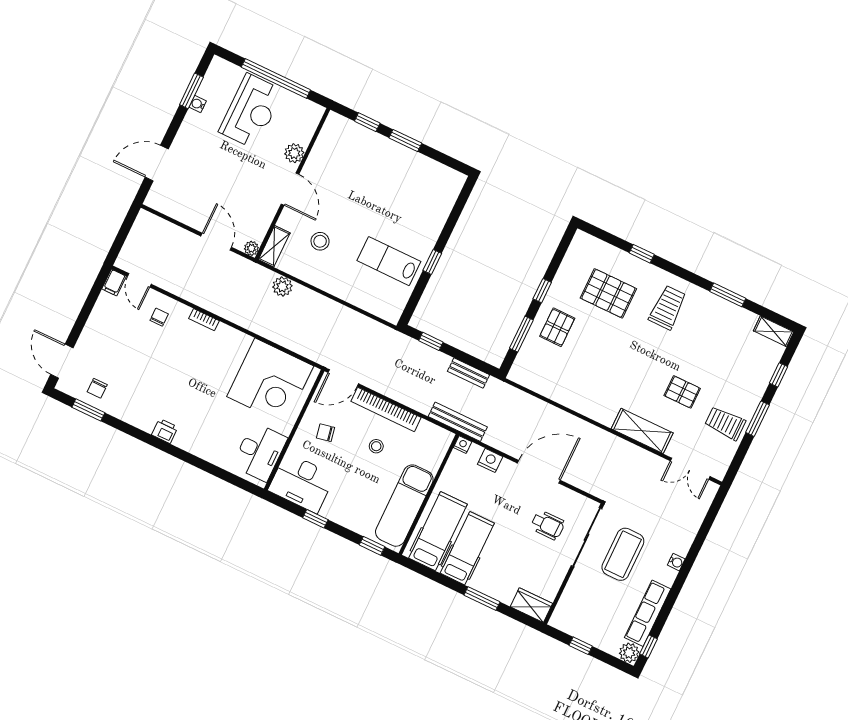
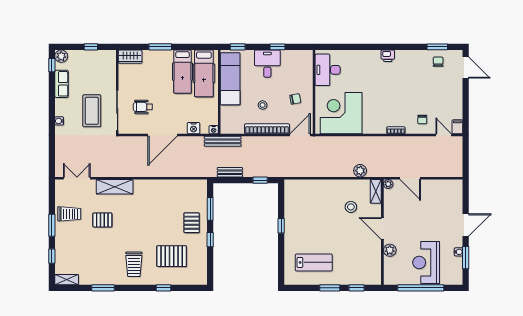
door: (157, 163) -> (466, 225), moved
lab bench: (389, 261) -> (314, 262), moved
desk: (302, 483) -> (267, 64), moved, width x0.73
row of seats: (648, 613) -> (61, 84), width x0.68

